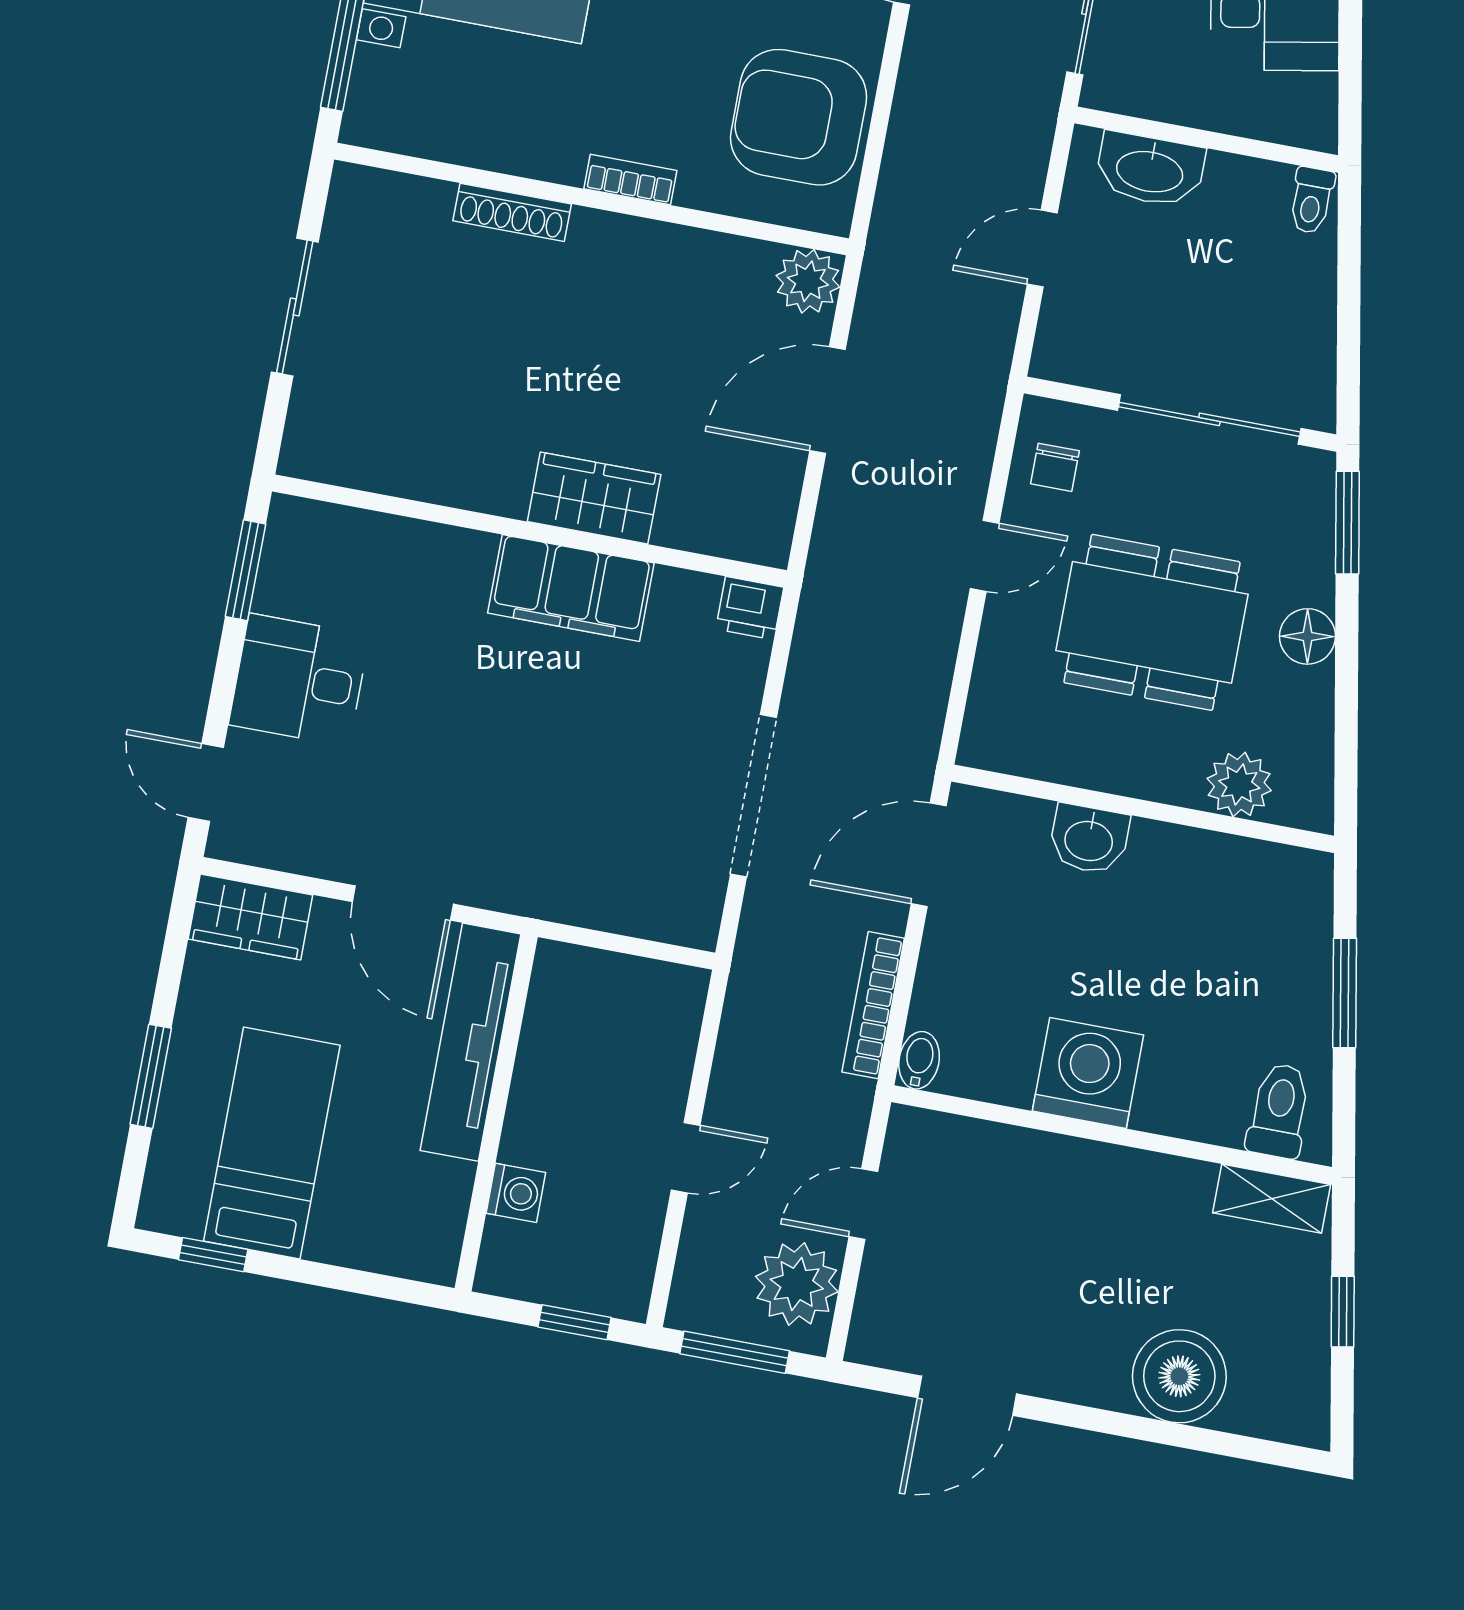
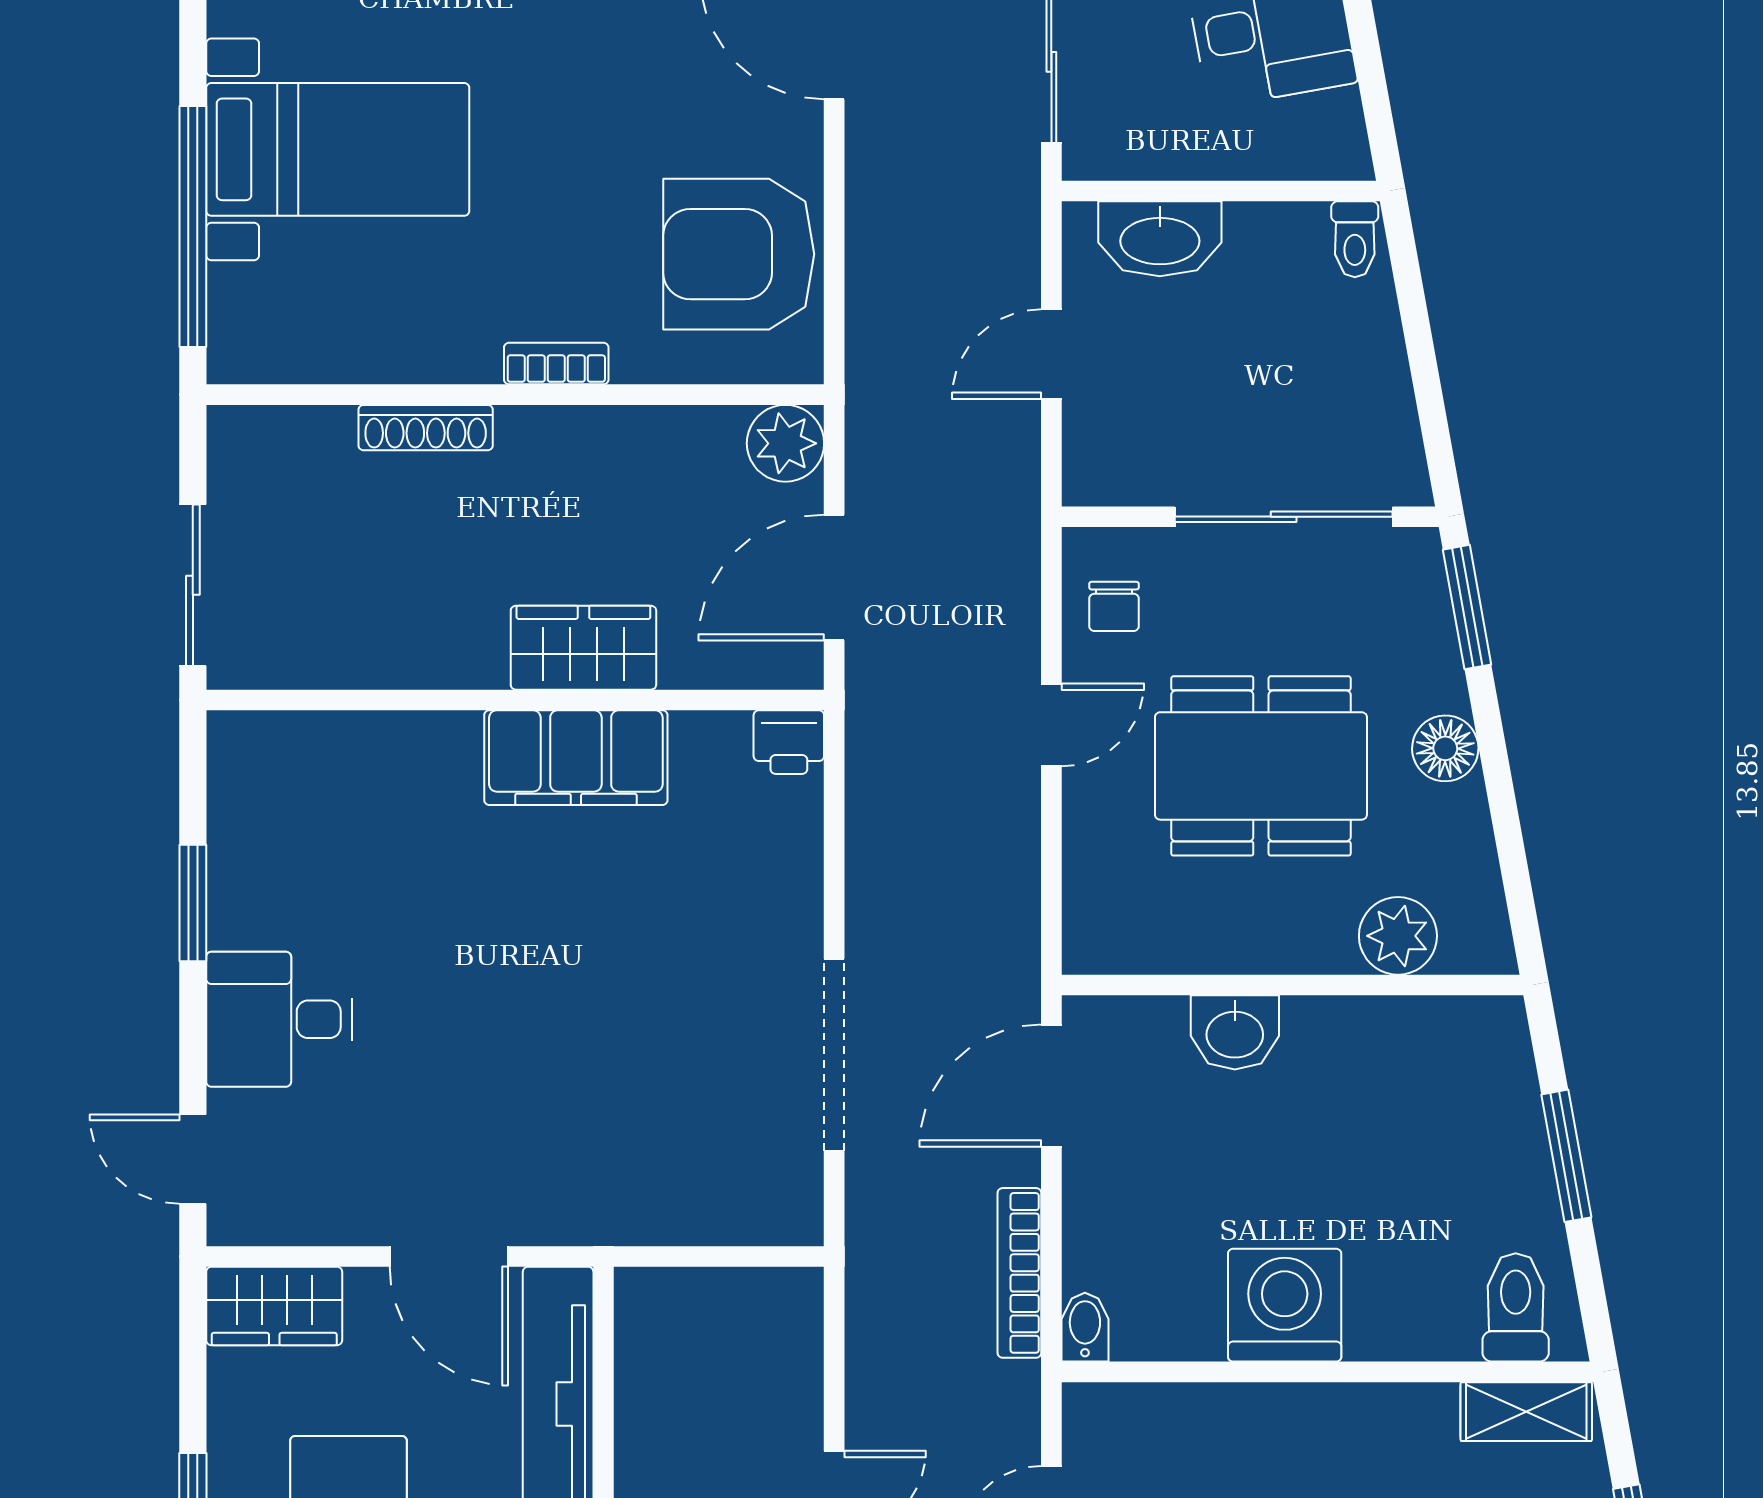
wardrobe: (594, 498) -> (583, 648), moved
wall: (529, 531) -> (515, 700), moved
filing cabinet: (571, 588) -> (576, 758), moved
printer: (750, 608) -> (789, 742), moved

